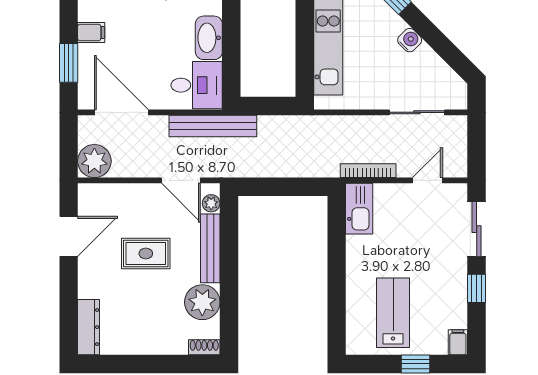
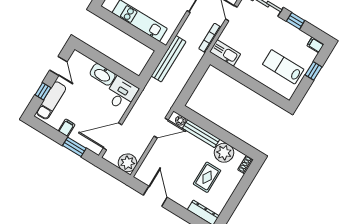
bench: (213, 126) -> (169, 59), moved
rug: (146, 253) -> (207, 177), moved

